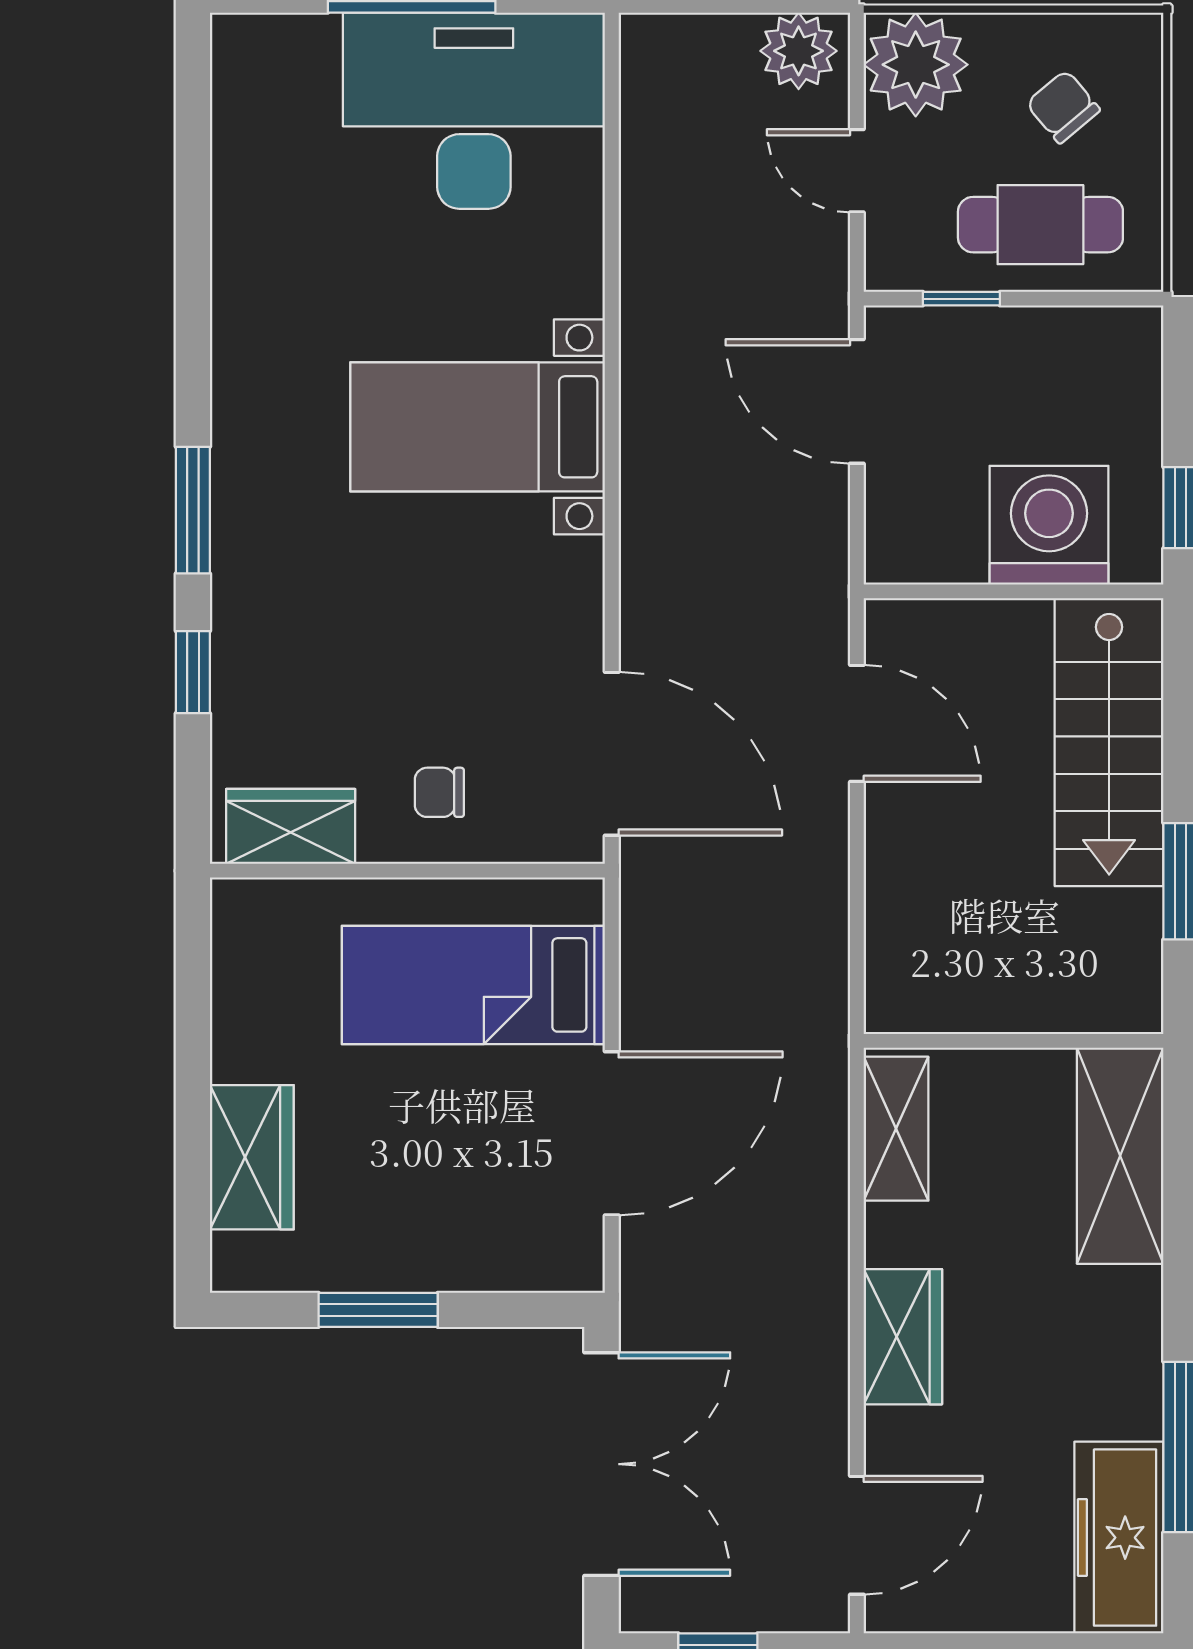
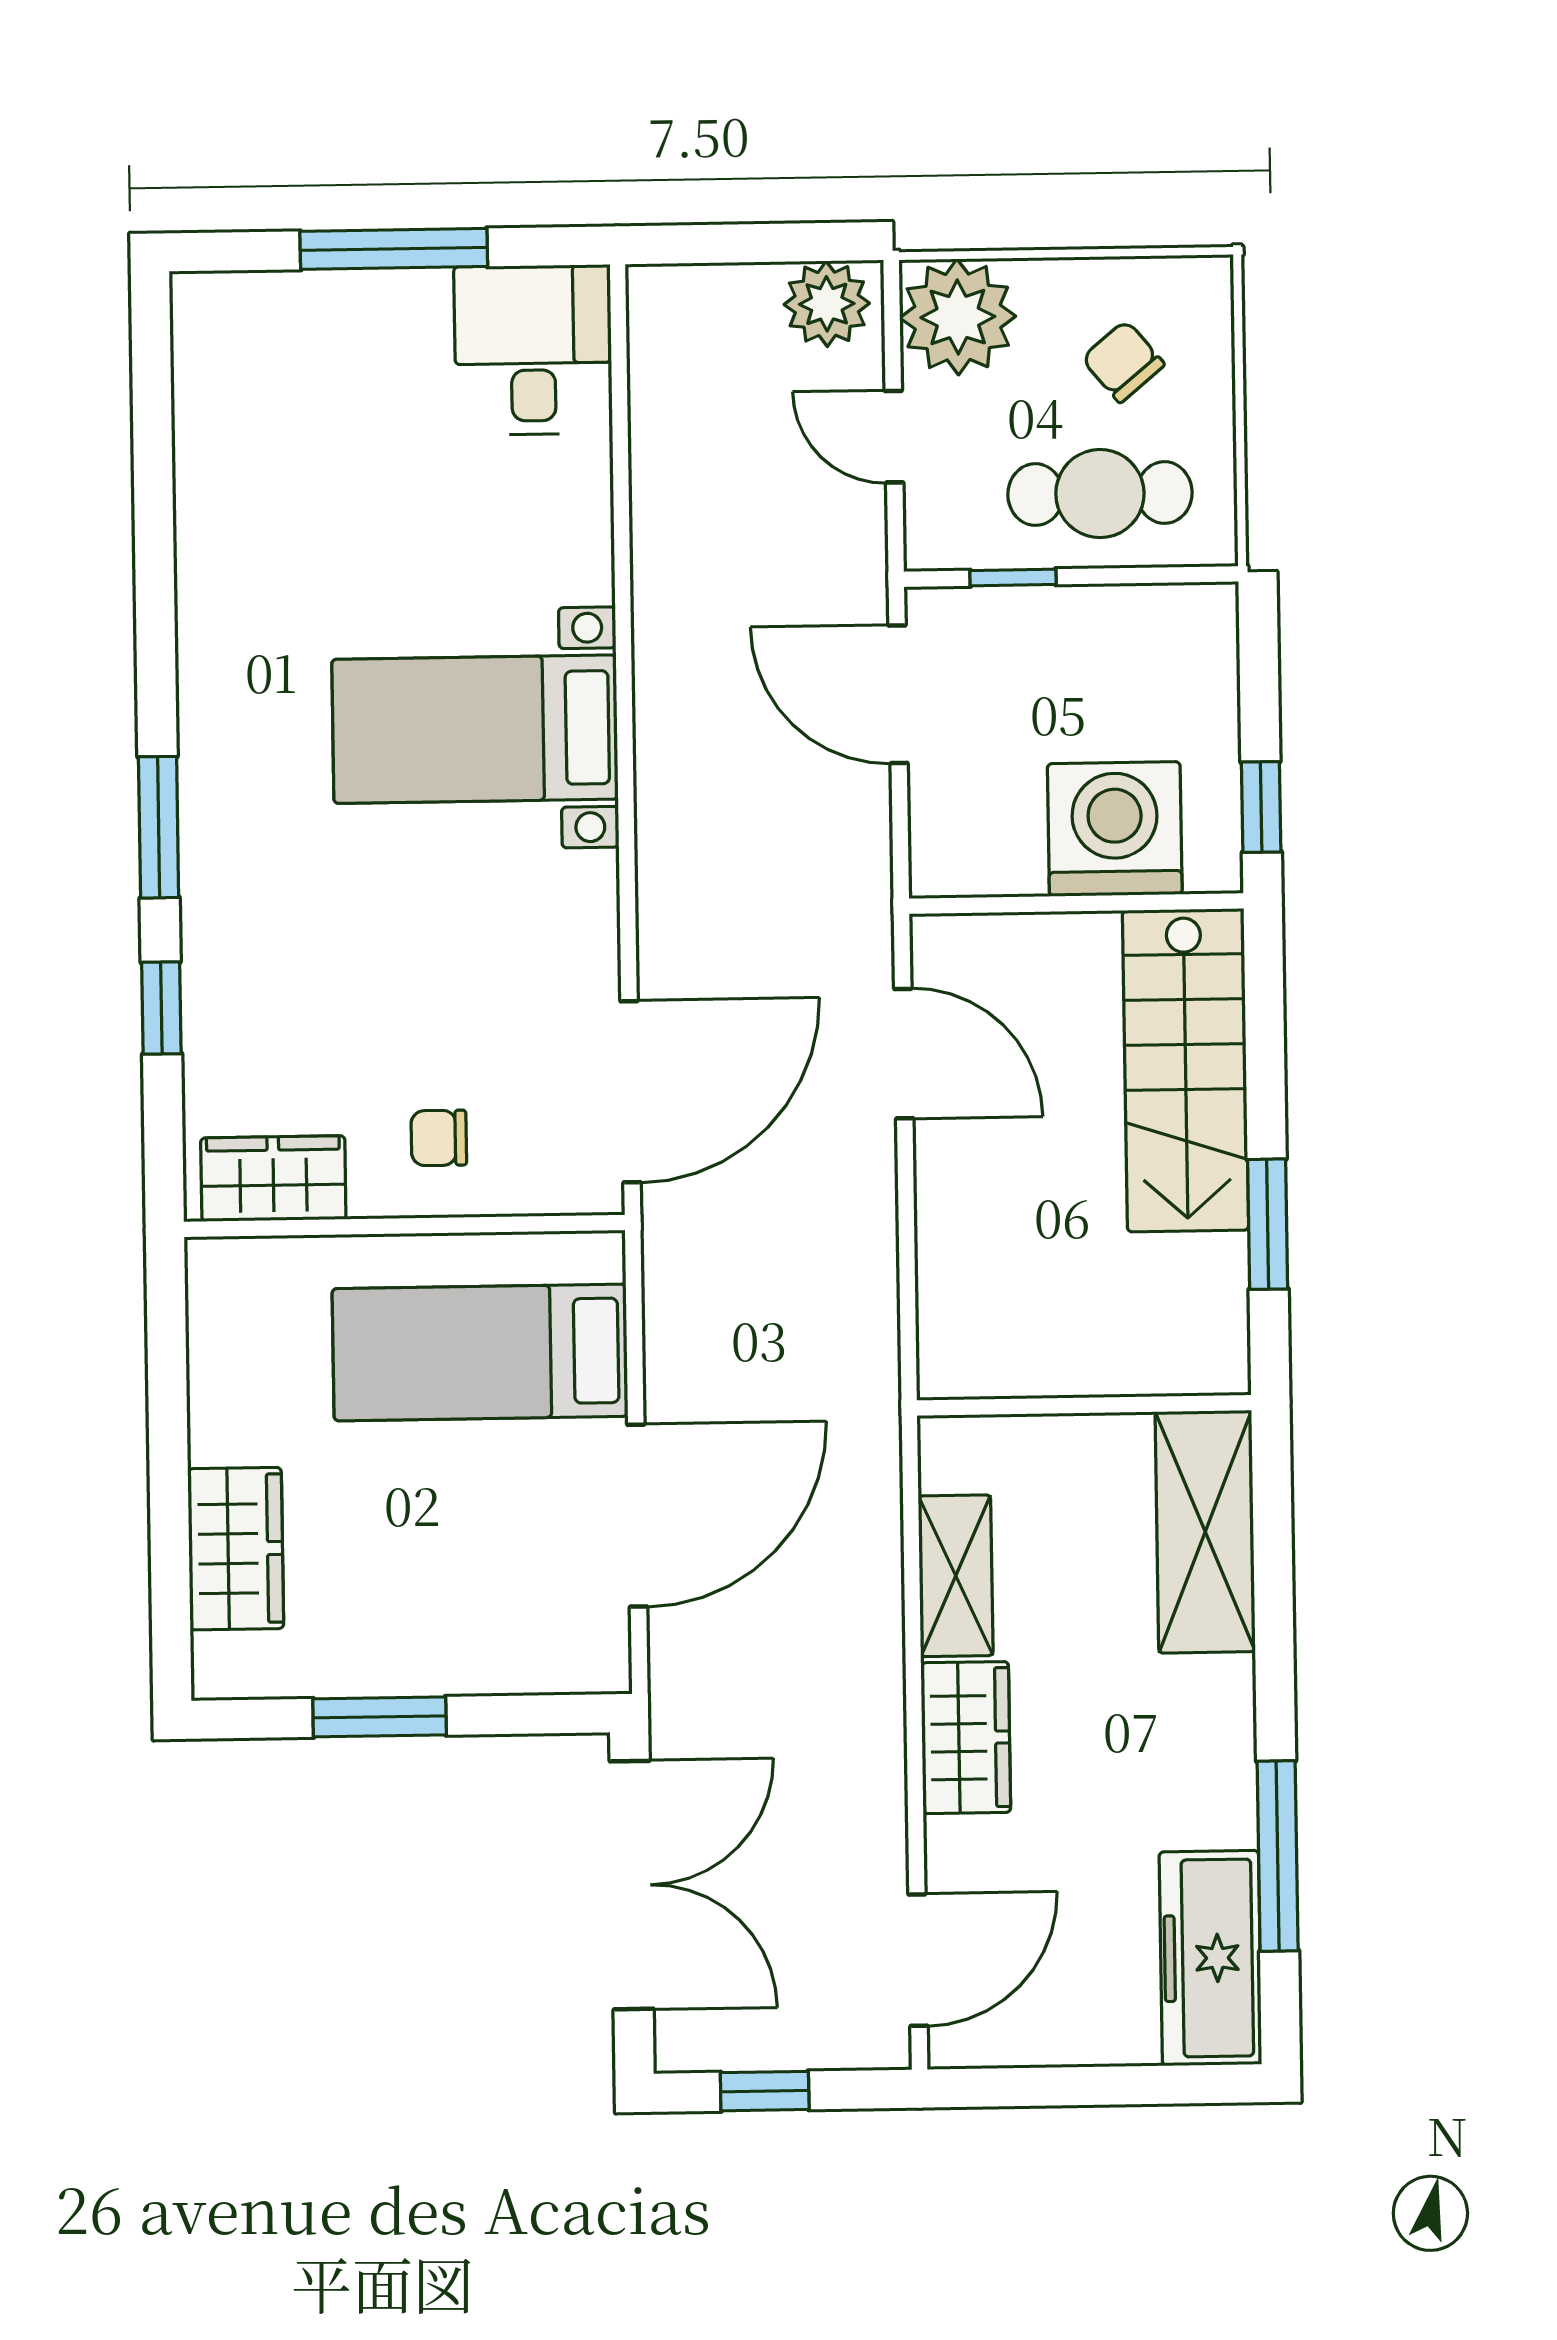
desk: (474, 111) -> (533, 350), width x0.53, depth x0.77
door: (612, 754) -> (631, 1092), hinge flipped
shelving: (896, 1129) -> (956, 1576), moved

